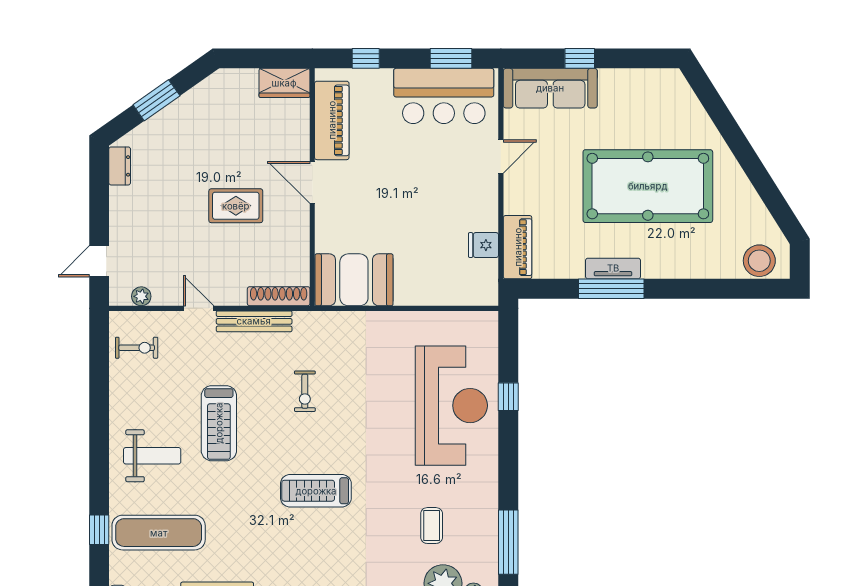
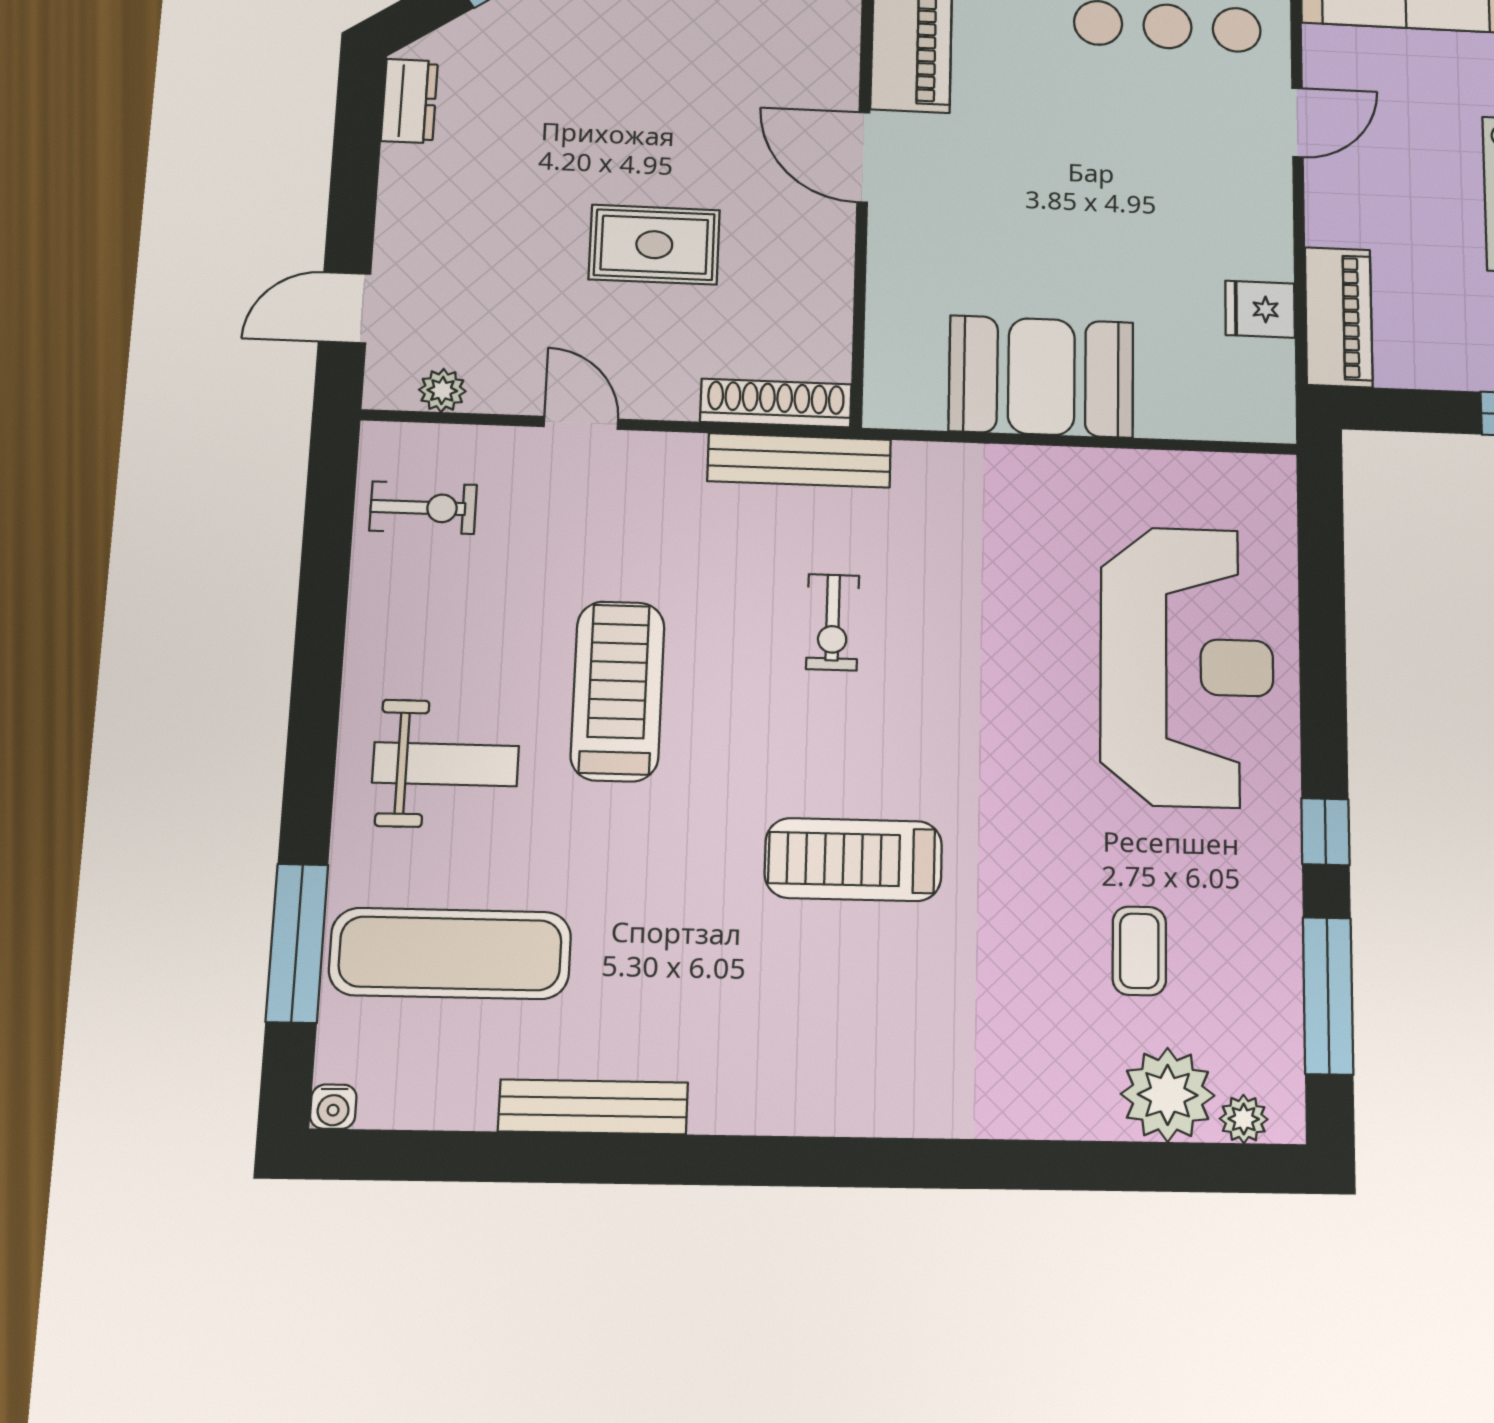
rug: (236, 206) -> (654, 245), moved
booth: (354, 280) -> (1041, 376), moved
bench: (254, 321) -> (799, 460), moved
window: (508, 397) -> (1325, 832), moved
treadmill: (219, 423) -> (618, 691), turned 180
window: (99, 530) -> (297, 943), width x2.17

